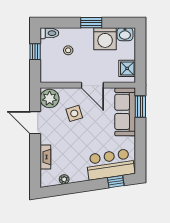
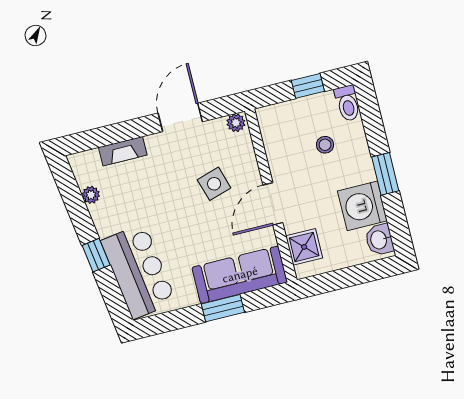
shower: (127, 68) -> (304, 247), moved
plant: (50, 98) -> (236, 123), width x0.53, depth x0.53
window: (140, 107) -> (223, 308), moved
window: (116, 182) -> (96, 255), moved

